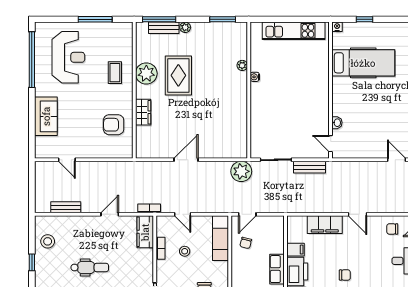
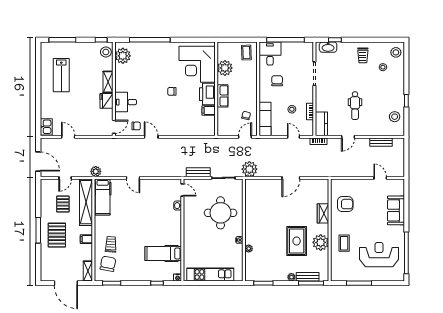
reception desk: (68, 57) -> (379, 255), turned 90
hospital bed: (363, 63) -> (163, 254), width x0.73, depth x0.77
round table: (280, 113) -> (220, 213), added
door: (357, 214) -> (151, 137), moved
filing cabinet: (325, 225) -> (187, 129), removed
dental chair: (90, 267) -> (355, 106), moved, turned -90

